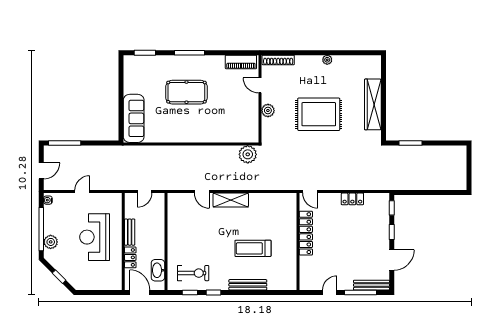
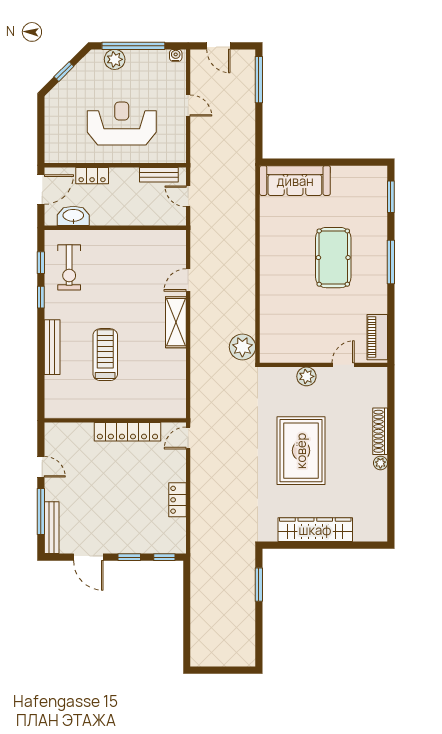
shoe rack: (278, 60) -> (380, 431), moved
bench: (130, 232) -> (159, 175), moved

